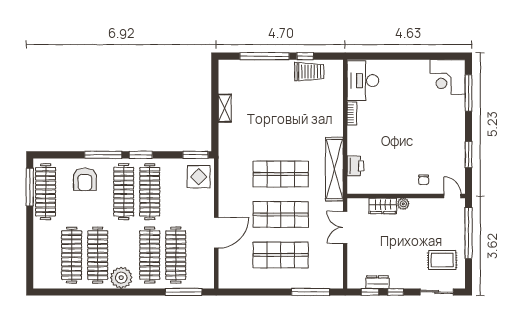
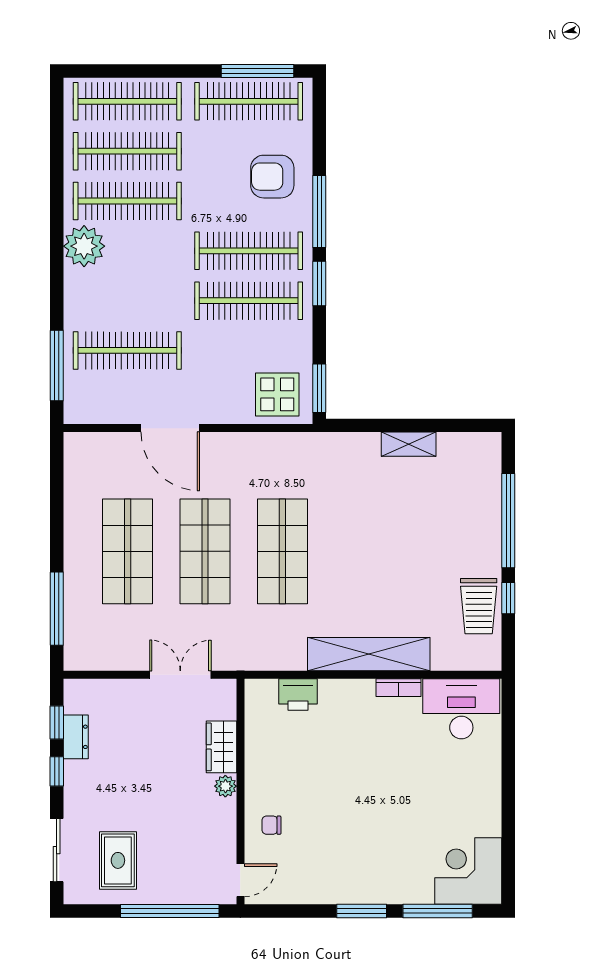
window: (469, 155) -> (362, 911), moved
shelving: (334, 169) -> (369, 654), moved
clothes rail: (150, 255) -> (127, 101), moved

